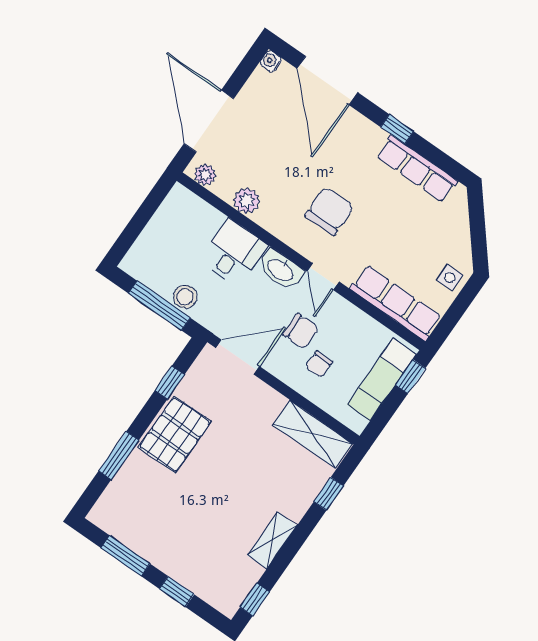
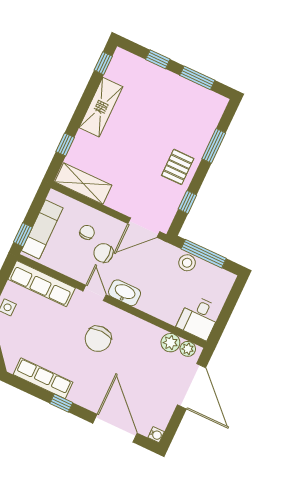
plant: (246, 201) -> (170, 343), moved
desk: (234, 253) -> (199, 318), moved
pallet: (175, 435) -> (178, 167), width x0.67, depth x0.71
shelving: (272, 540) -> (101, 107), width x1.50, depth x1.33

